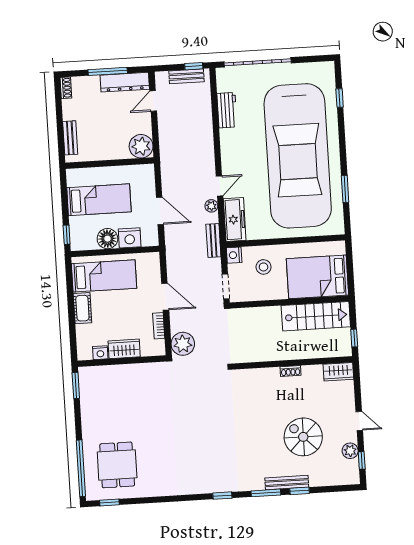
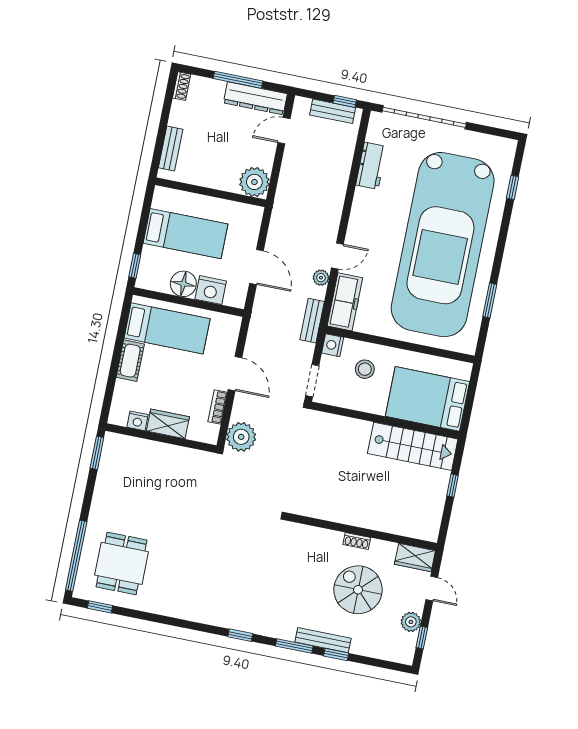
wall: (293, 363) -> (362, 532), moved
shoe rack: (291, 371) -> (357, 541), moved
wardrobe: (338, 372) -> (415, 557), moved

